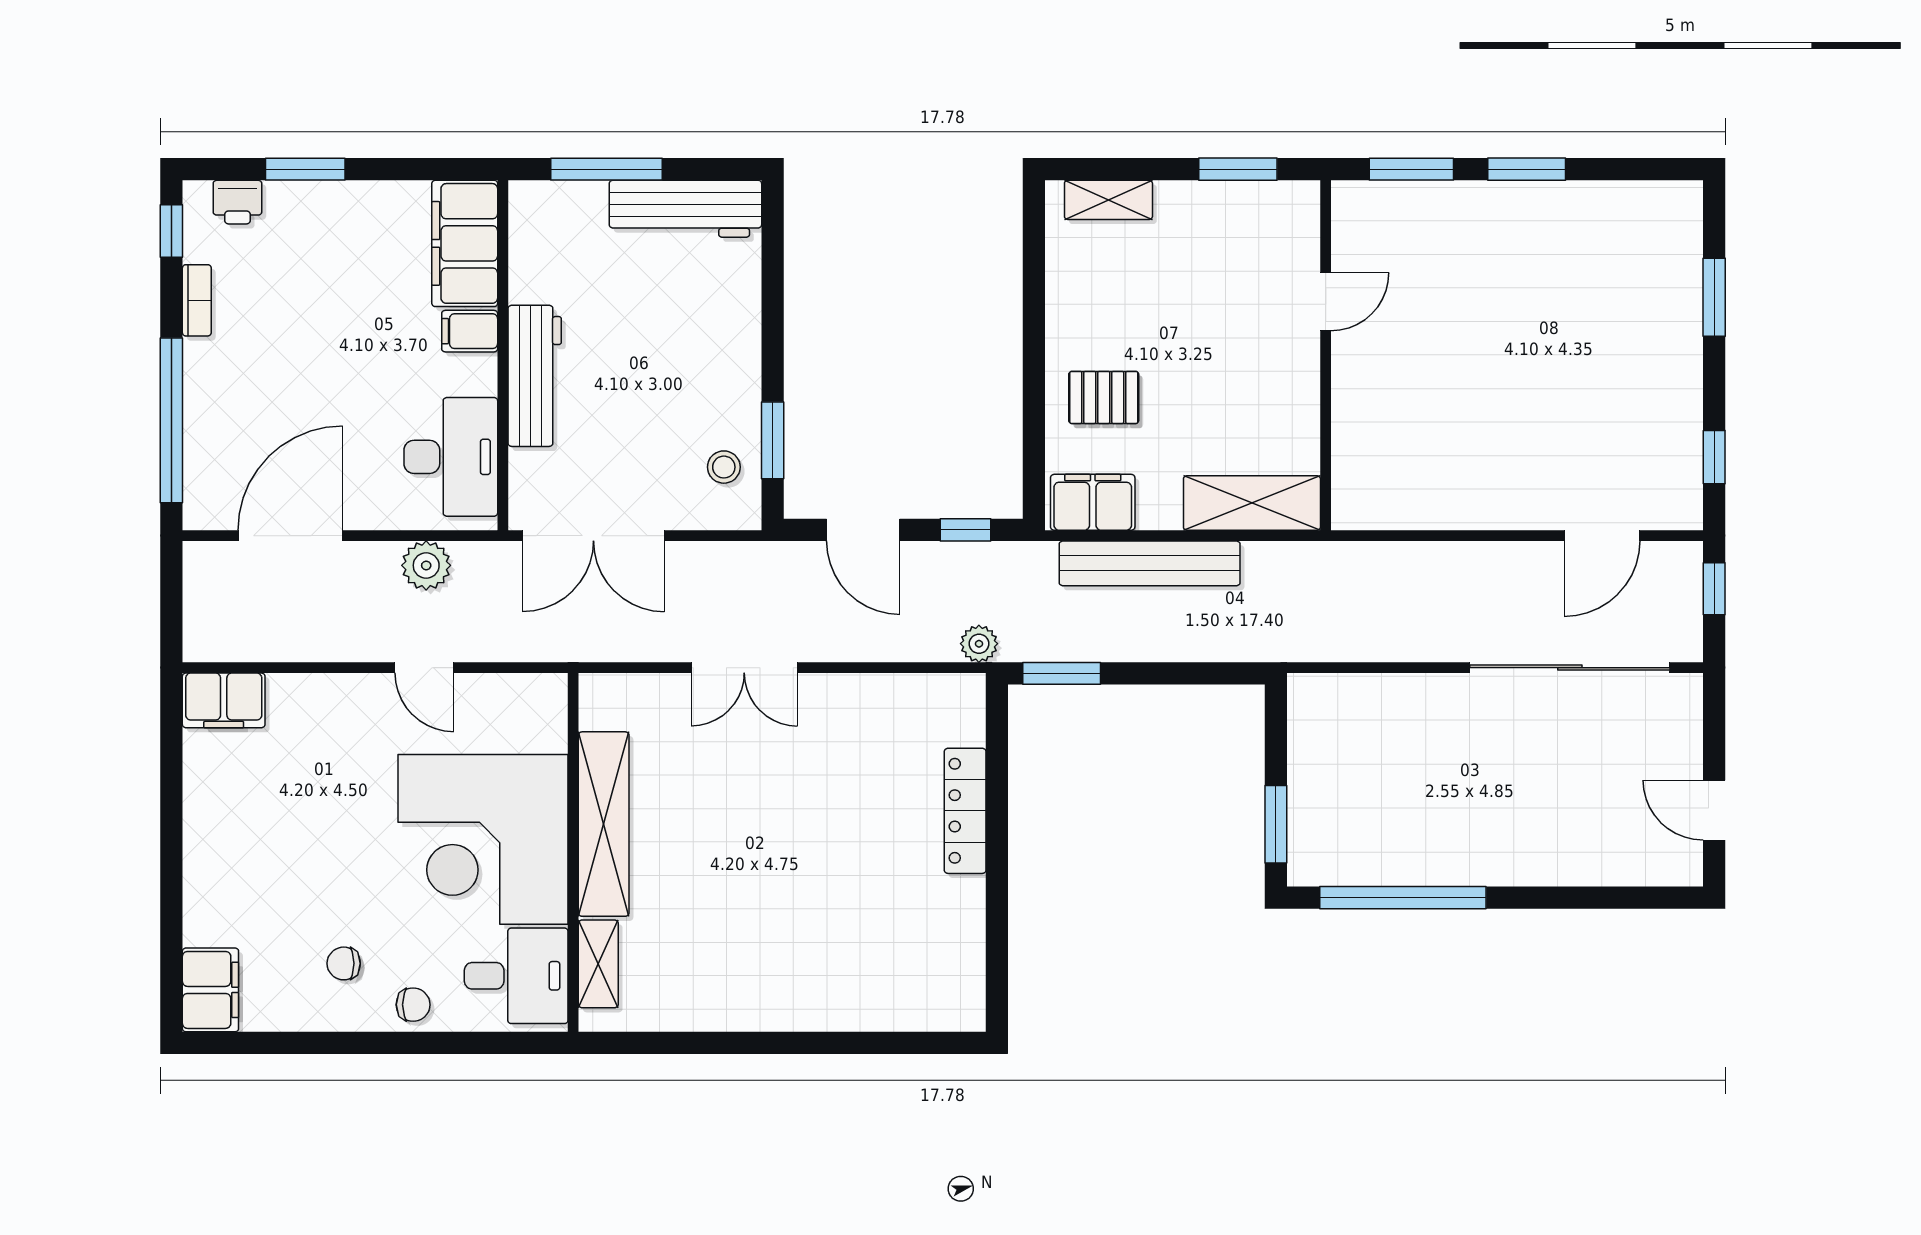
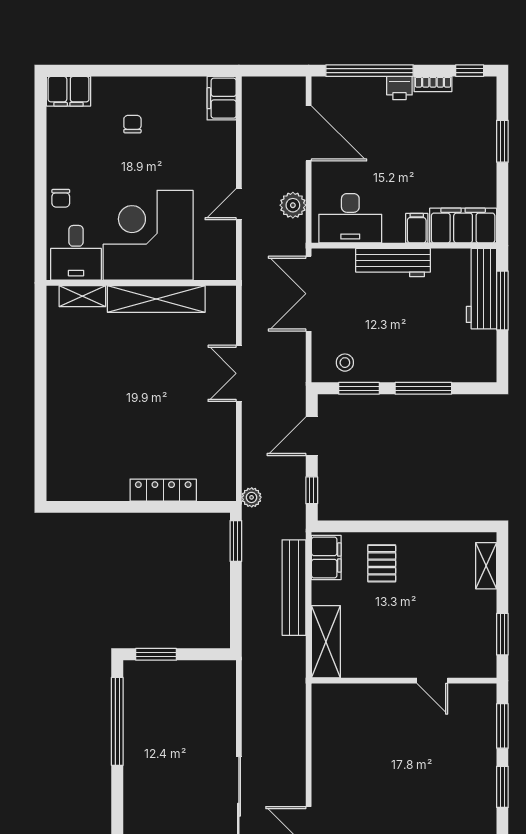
printer: (237, 202) -> (399, 88), moved, turned -90
workbench: (685, 209) -> (481, 289), moved
window: (773, 319) -> (423, 388), added
chair: (344, 963) -> (132, 124), moved

